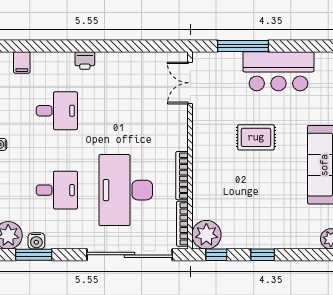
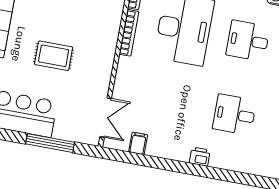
filing cabinet: (22, 62) -> (138, 143), moved

